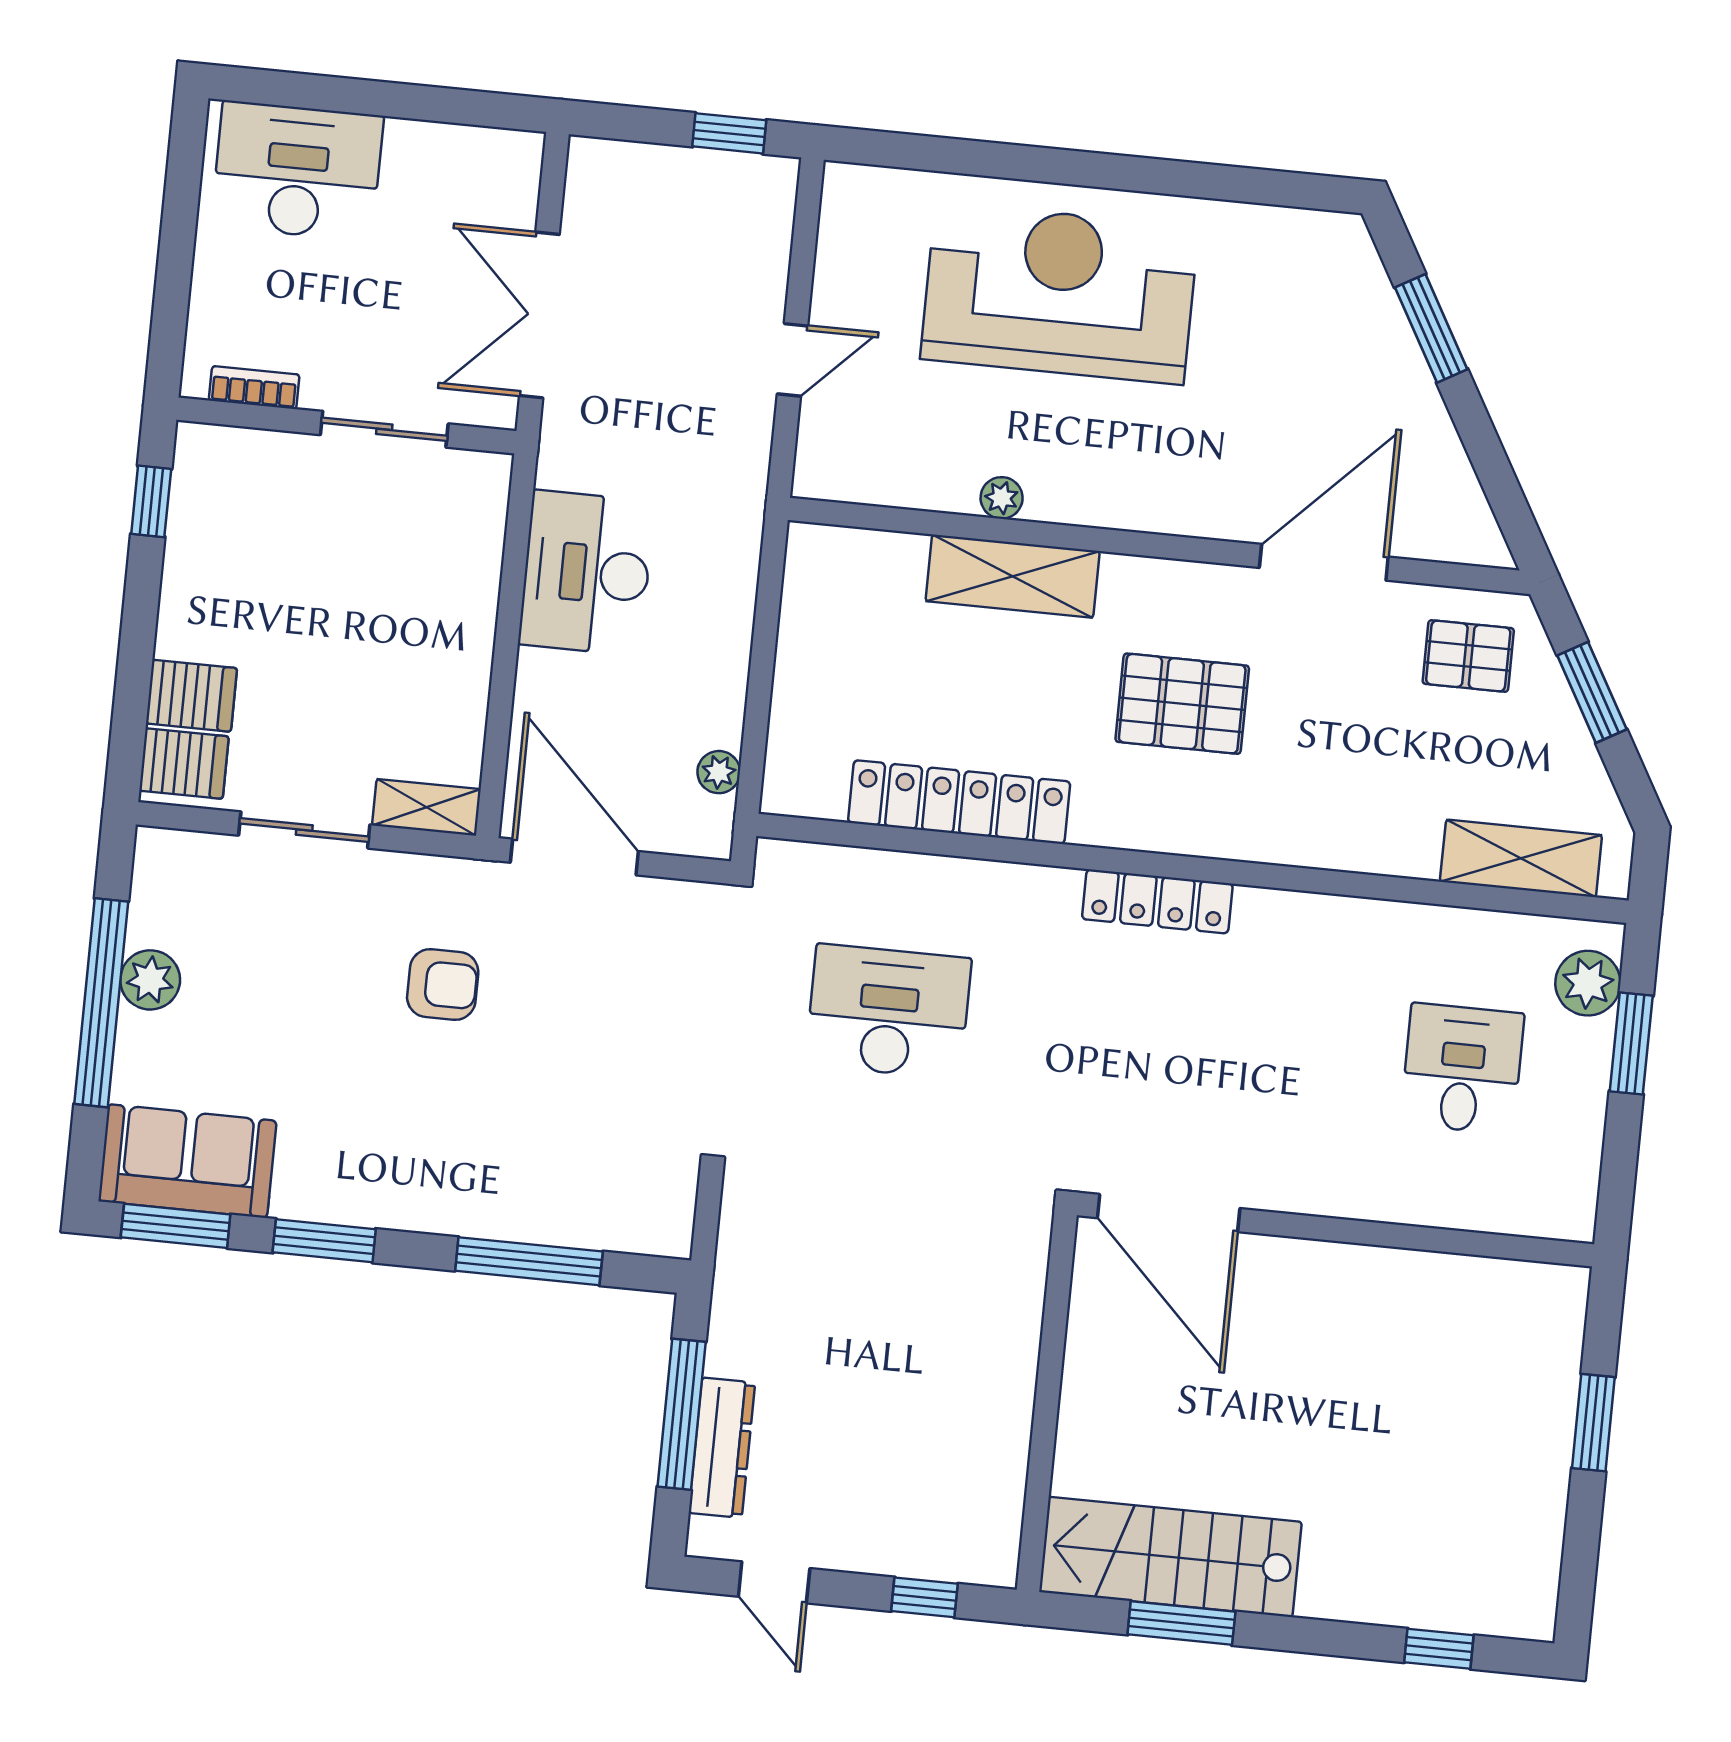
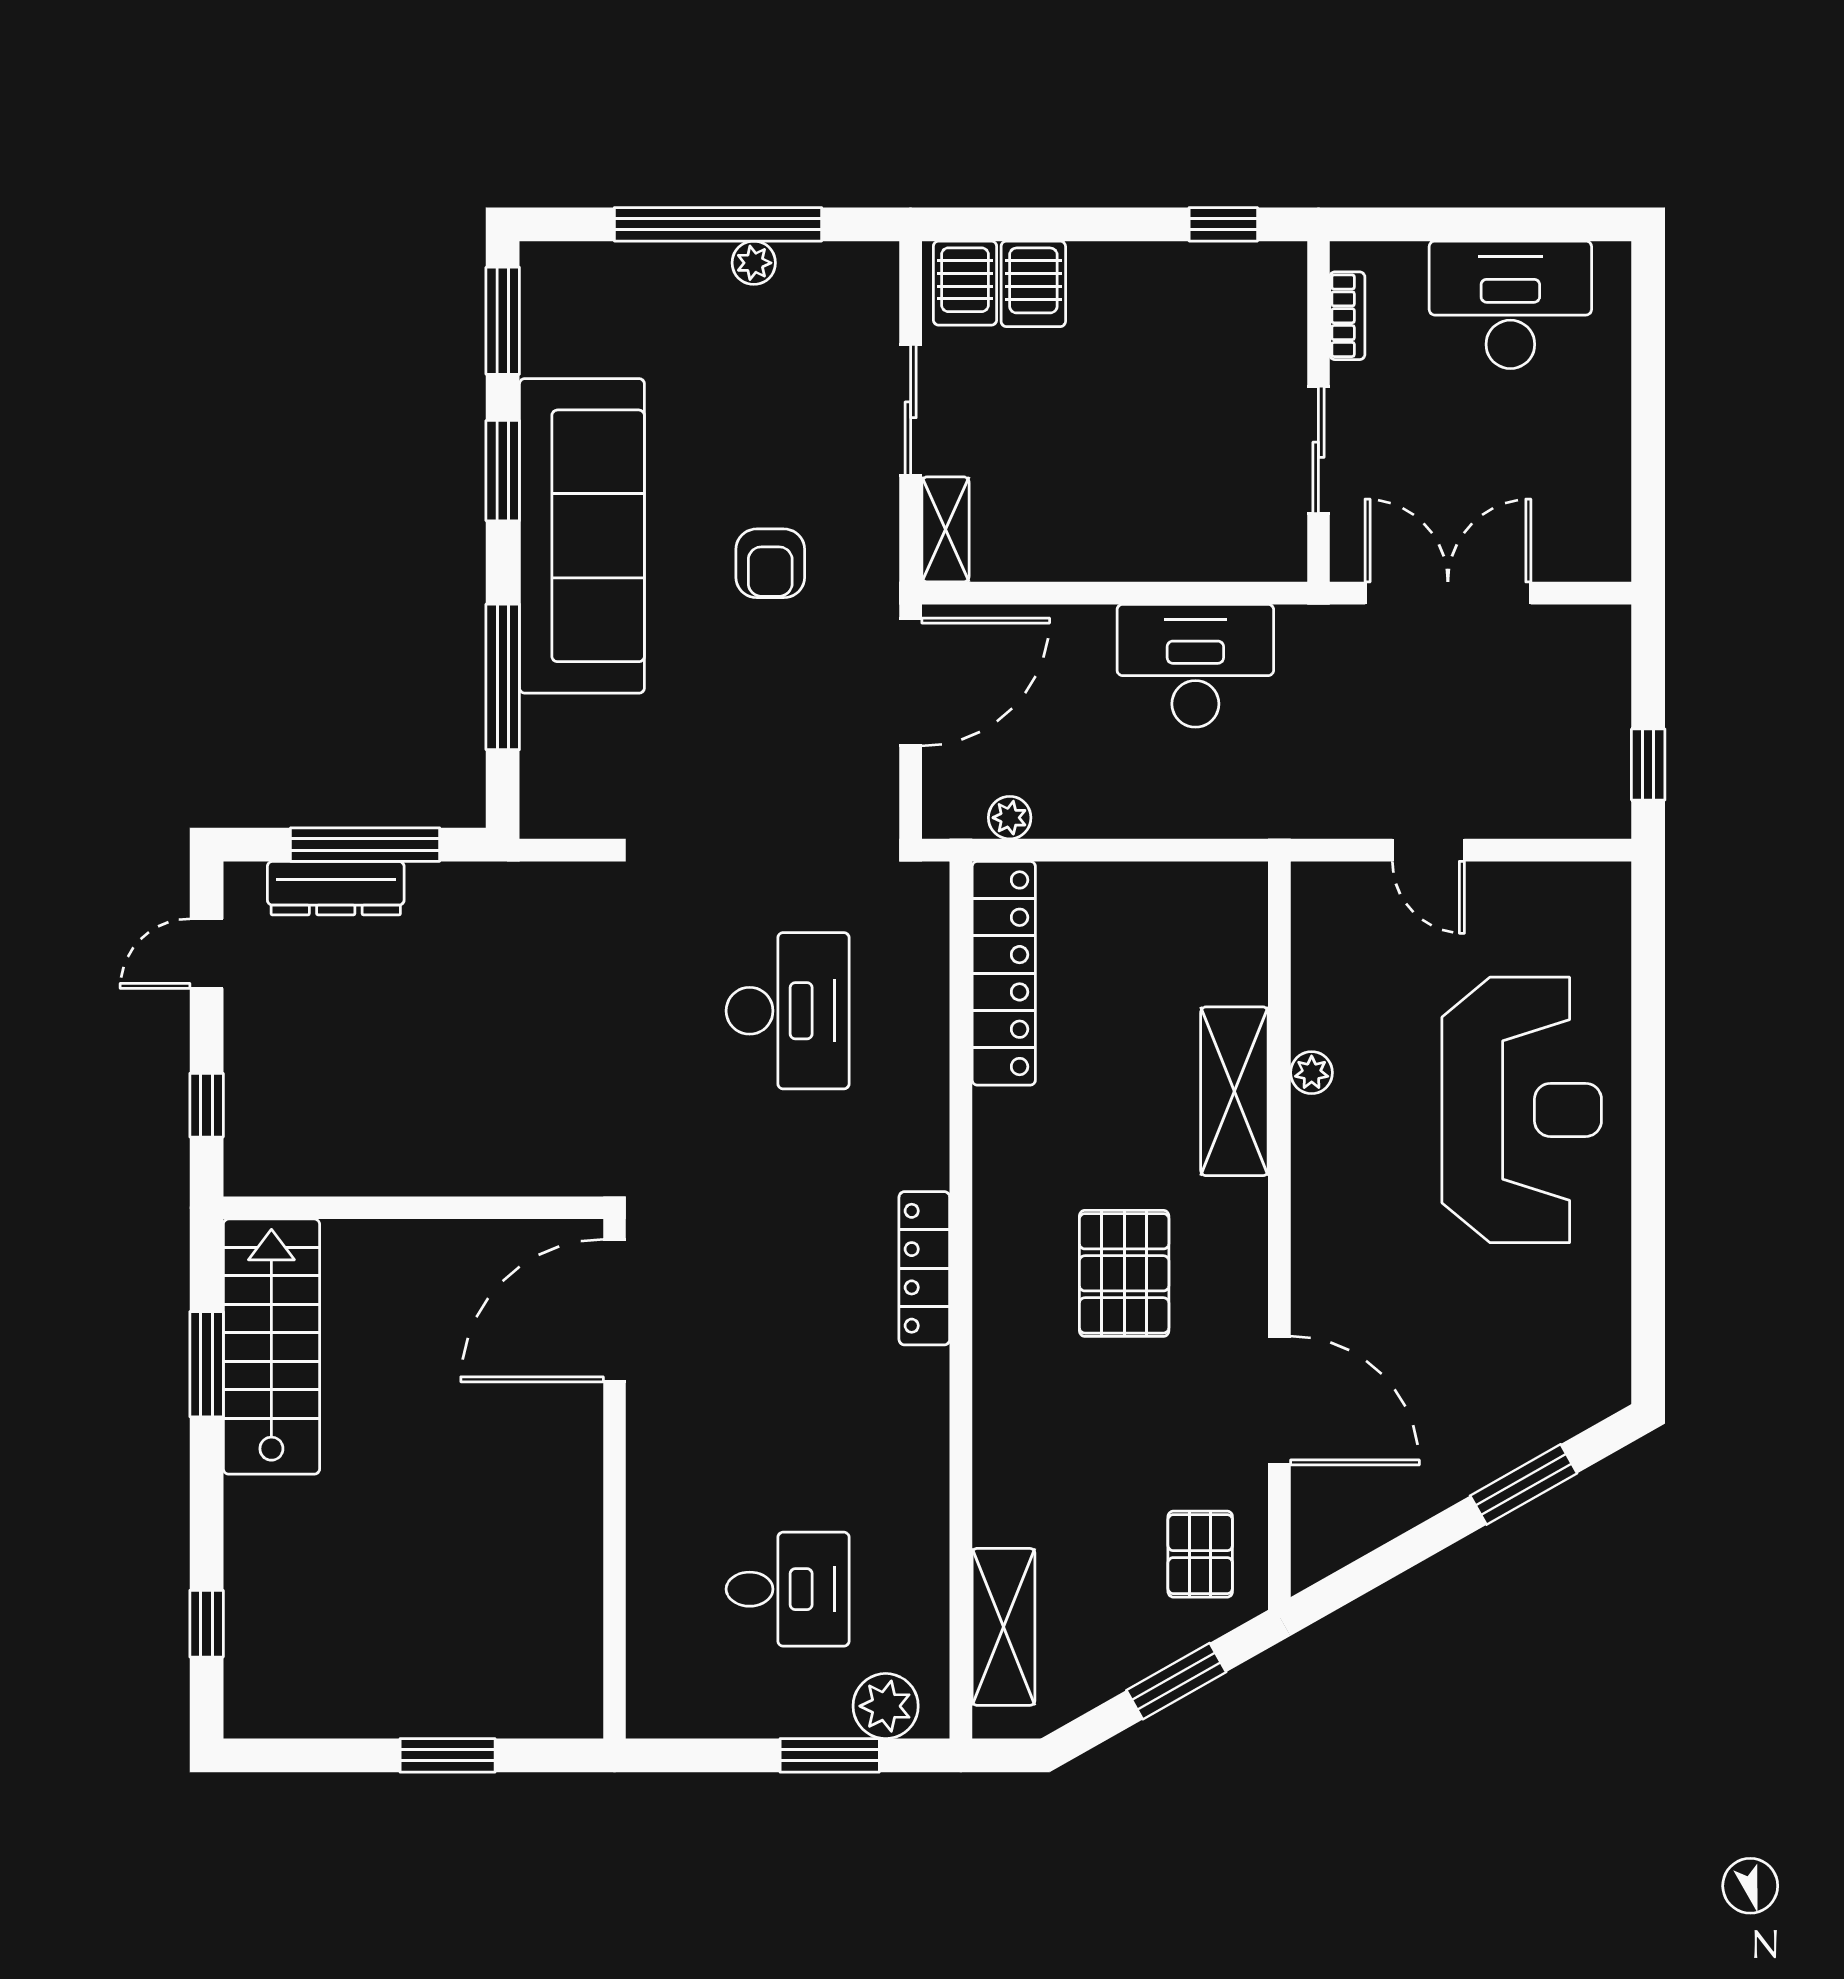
desk: (297, 171) -> (1510, 305), moved, turned -90
locker: (959, 802) -> (1004, 973), moved
plant: (150, 980) -> (754, 263), width x0.73, depth x0.73
sofa: (187, 1161) -> (582, 536), moved, width x1.85, depth x1.27

